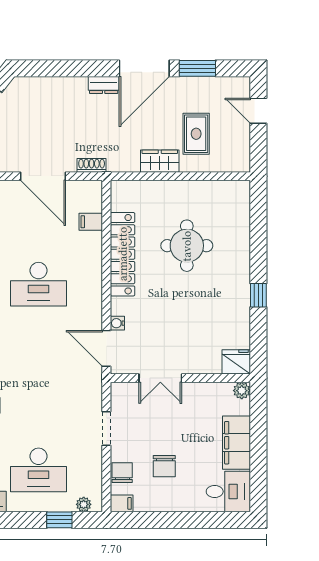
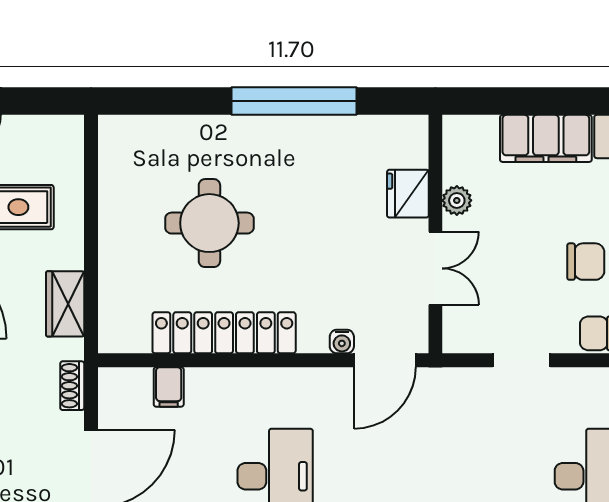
wardrobe: (160, 161) -> (65, 304), moved
window: (258, 295) -> (294, 101), width x3.17
fridge: (236, 362) -> (408, 194), moved
plant: (242, 391) -> (457, 200), moved

